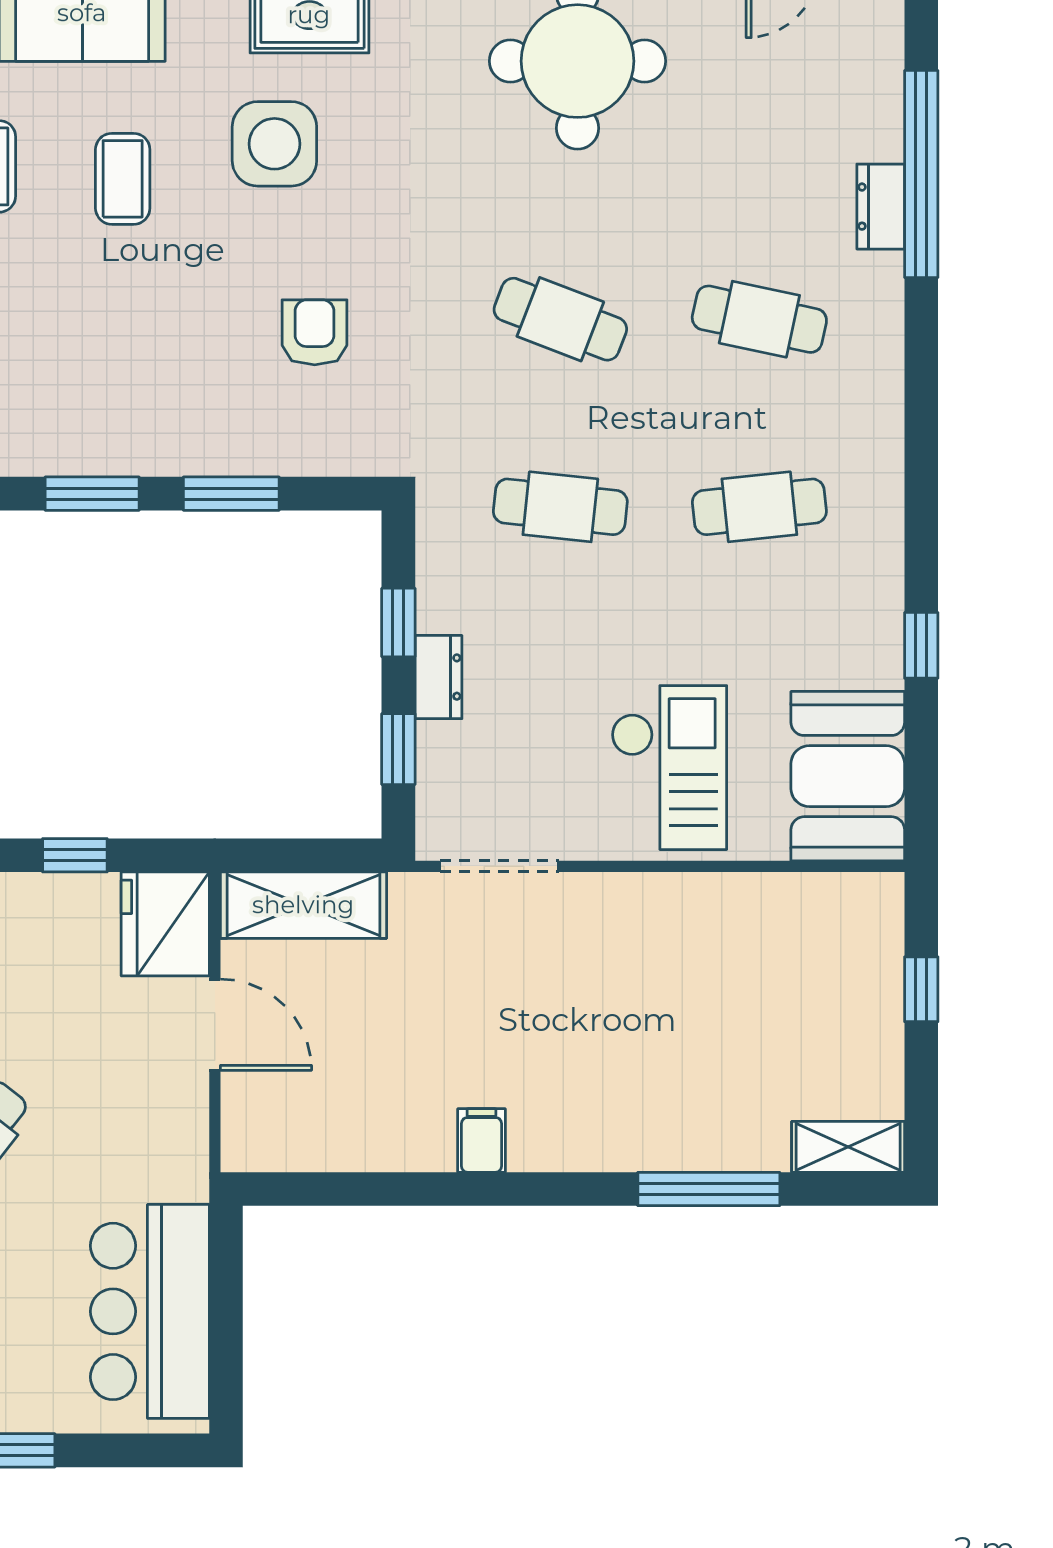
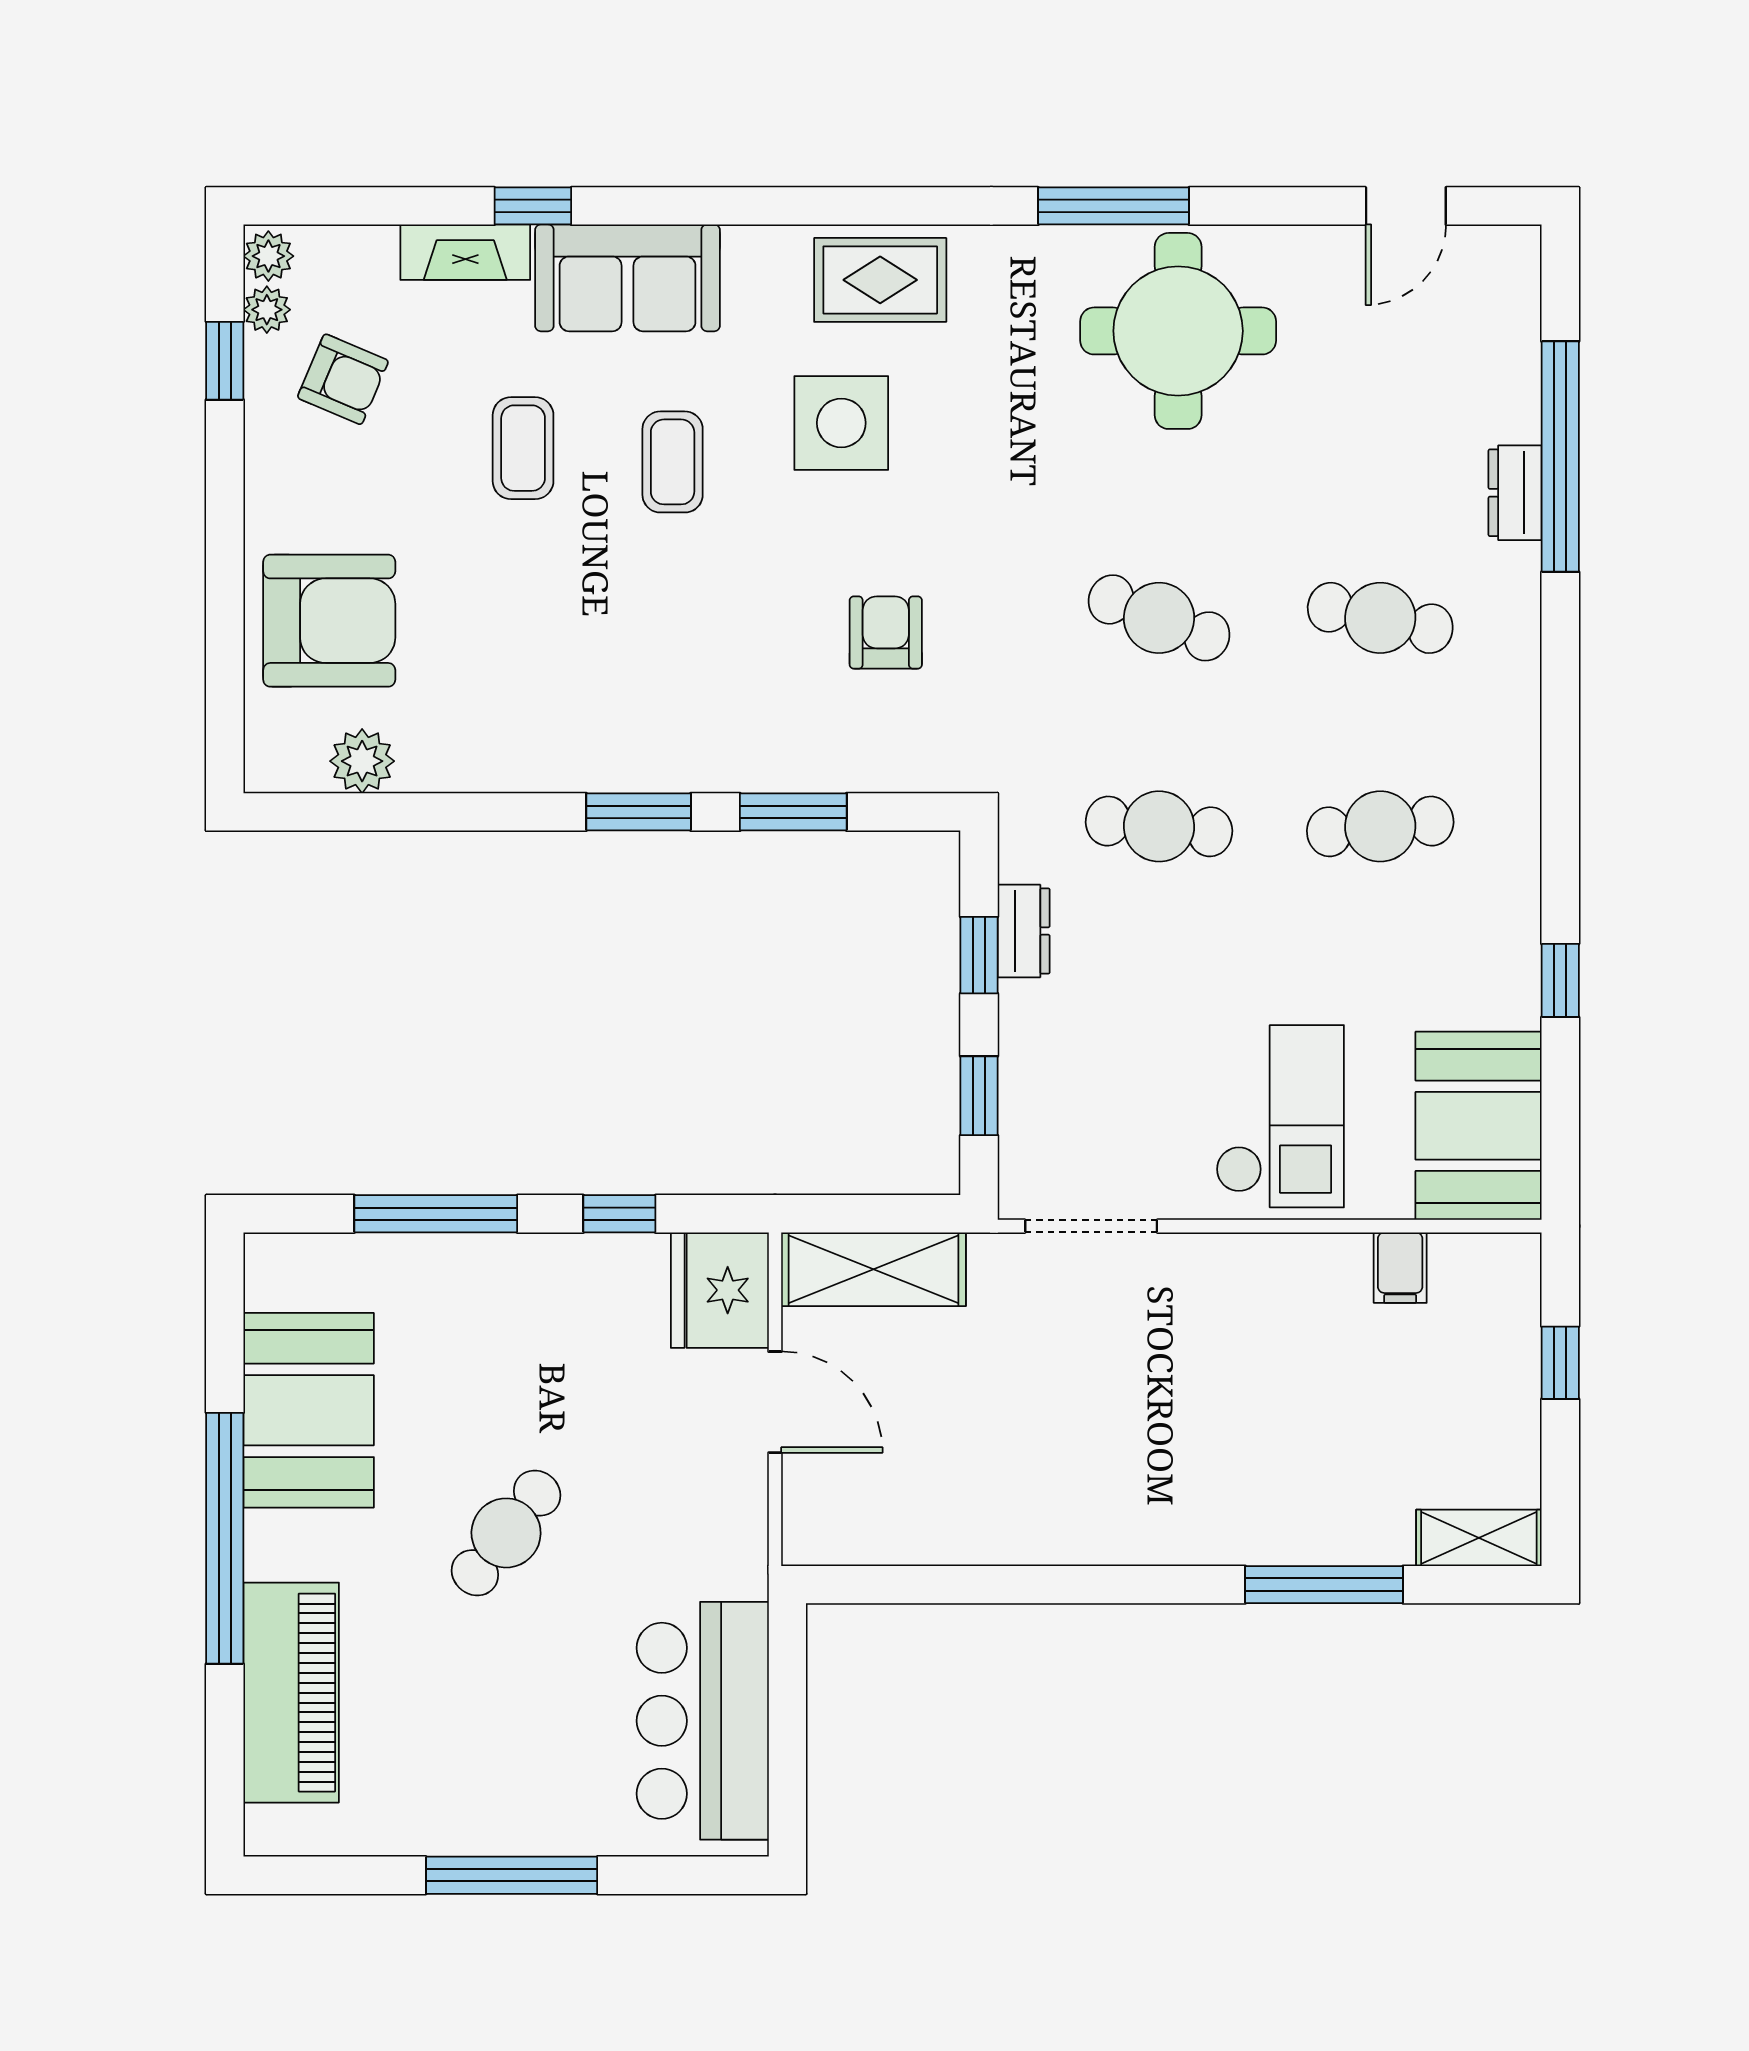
dresser: (439, 677) -> (1024, 931), moved
filing cabinet: (481, 1140) -> (1400, 1268), moved, turned 180

